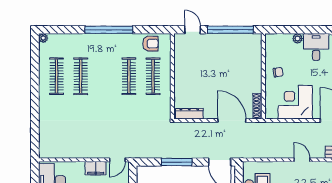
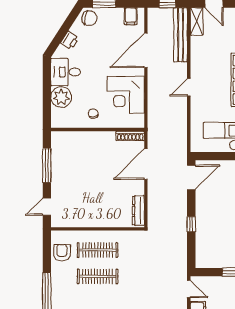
window: (231, 30) -> (47, 165), width x0.68
plant: (298, 38) -> (61, 97), width x1.88, depth x1.88
window: (177, 162) -> (191, 224), width x0.46

